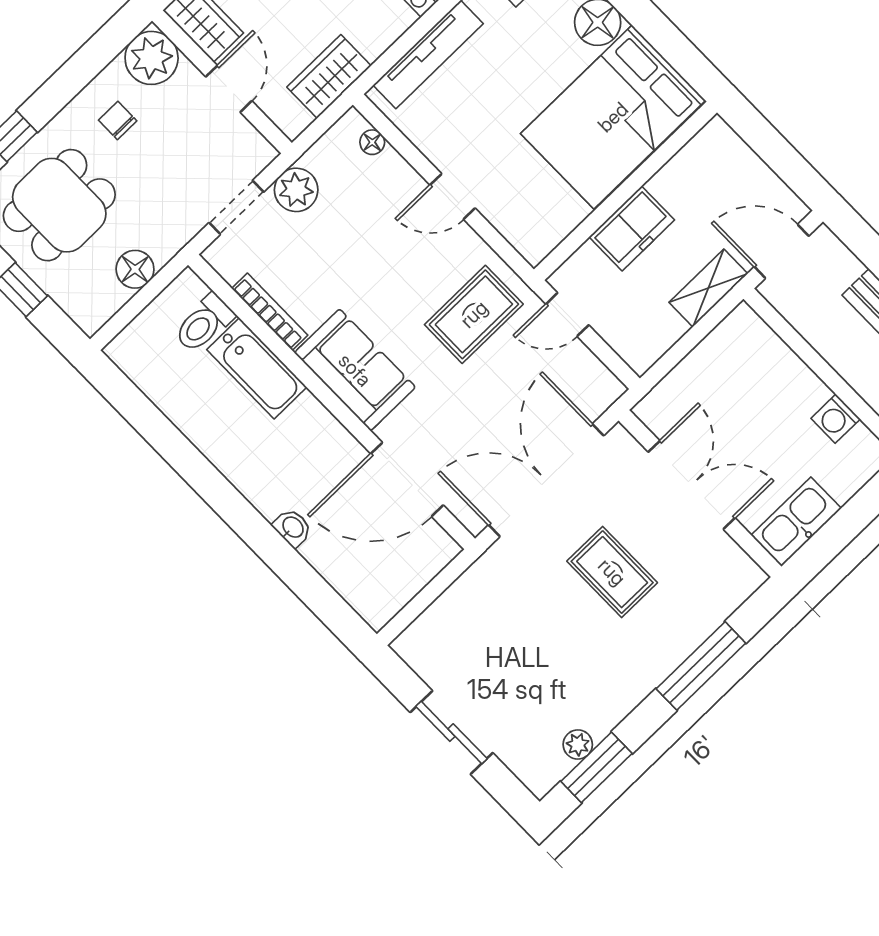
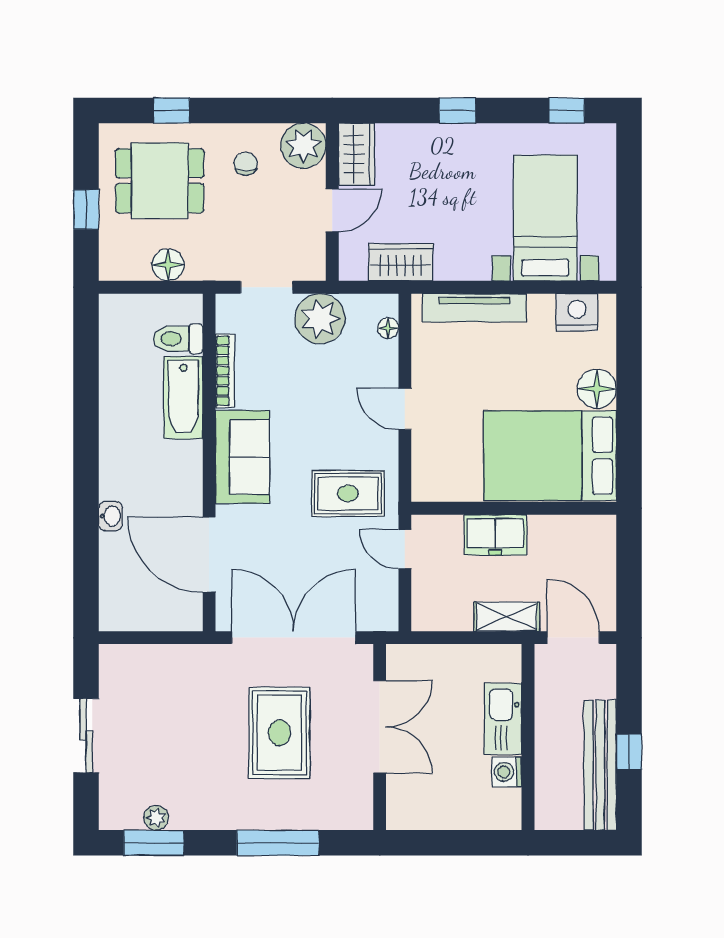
plant: (296, 190) -> (320, 319), width x1.36, depth x1.36
kitchen sink: (796, 522) -> (503, 719), moved, turned -90
rug: (612, 572) -> (279, 733), width x1.36, depth x1.43

